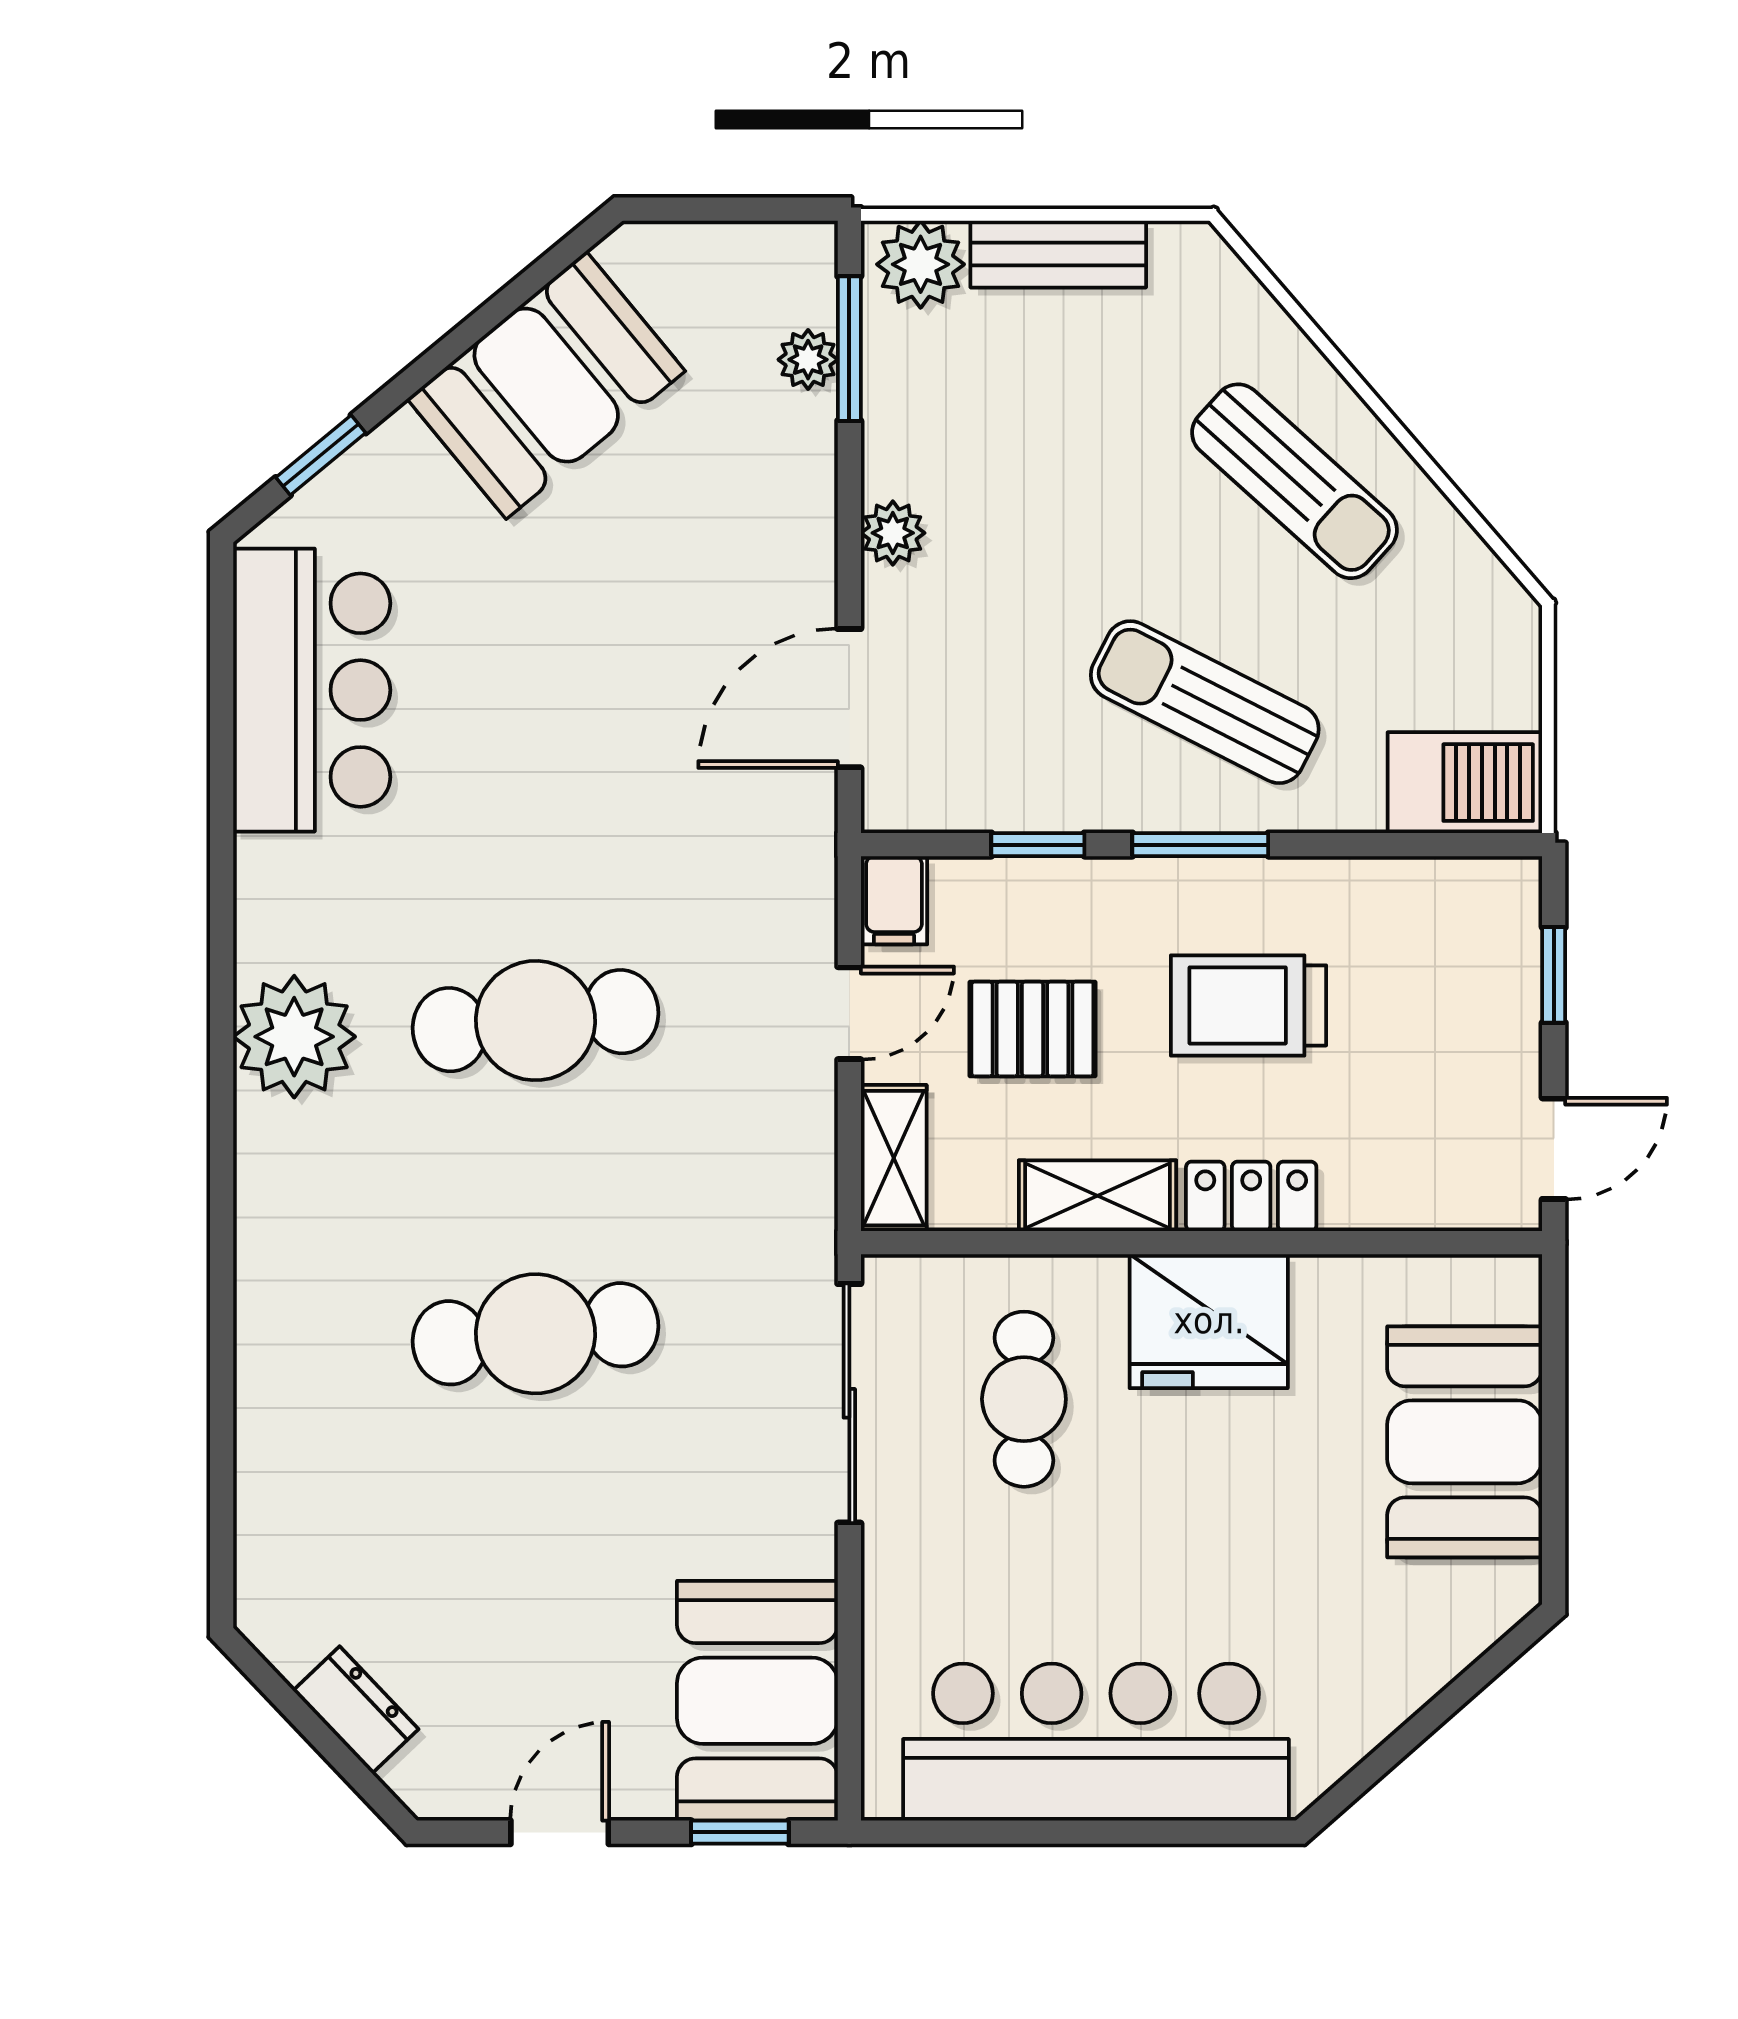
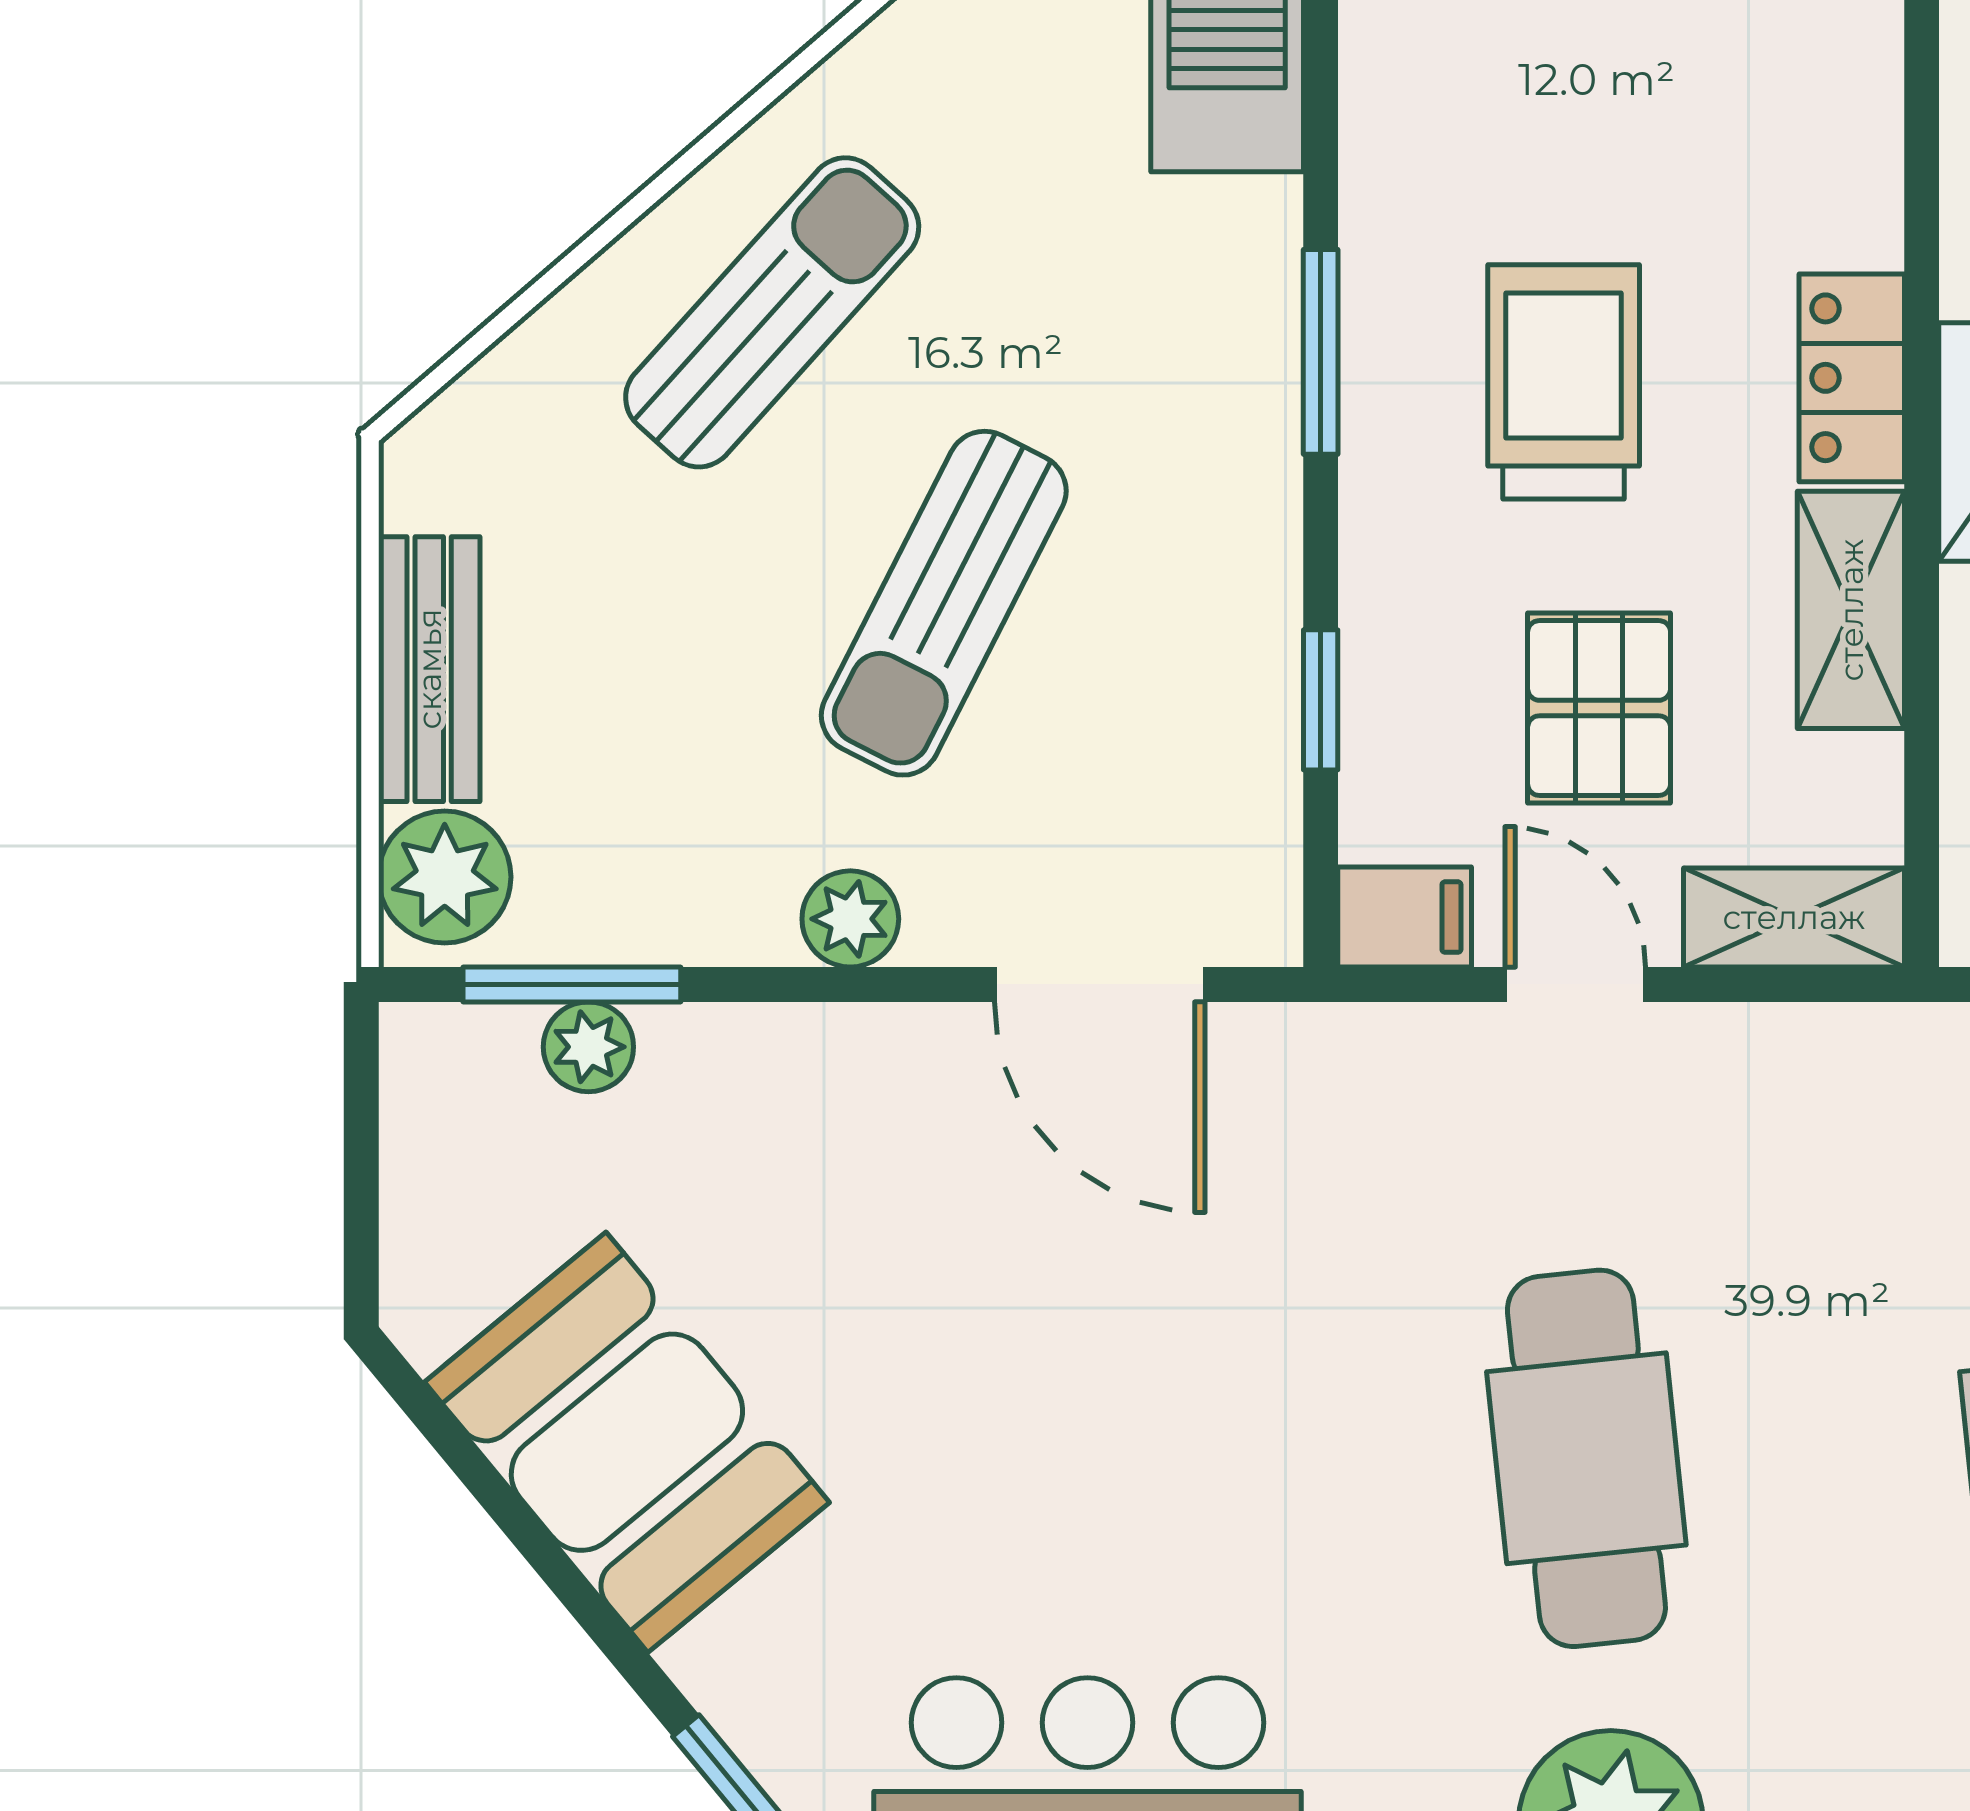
sun lounger: (1205, 702) -> (944, 603), moved
window: (1200, 845) -> (1321, 352), moved
trolley: (1249, 1005) -> (1564, 382), turned 180

